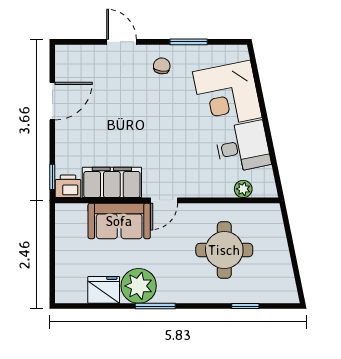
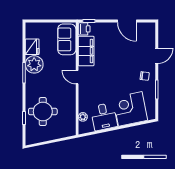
sofa: (119, 221) -> (67, 39), moved
round table: (224, 250) -> (43, 112), moved

